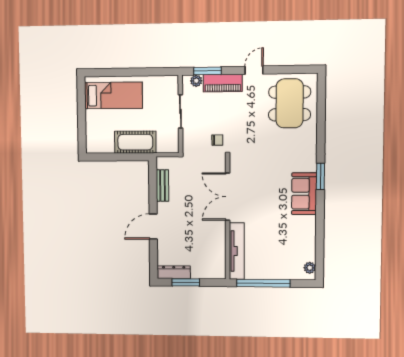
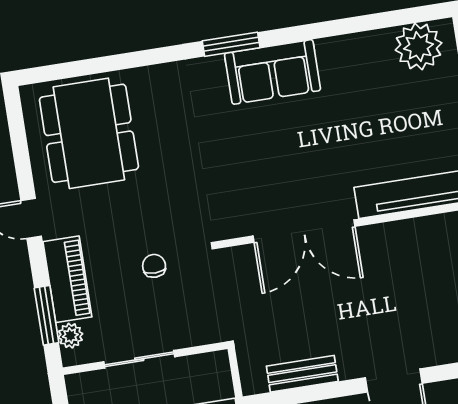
dining table: (290, 103) -> (89, 133), turned 90
chair: (217, 140) -> (154, 266), moved
plant: (310, 268) -> (419, 46), width x1.87, depth x1.87

